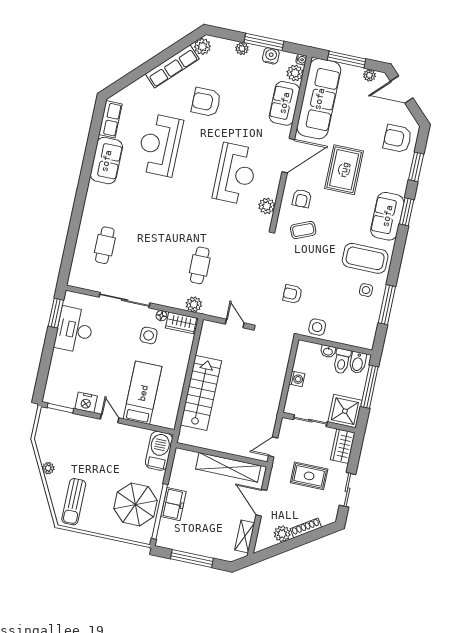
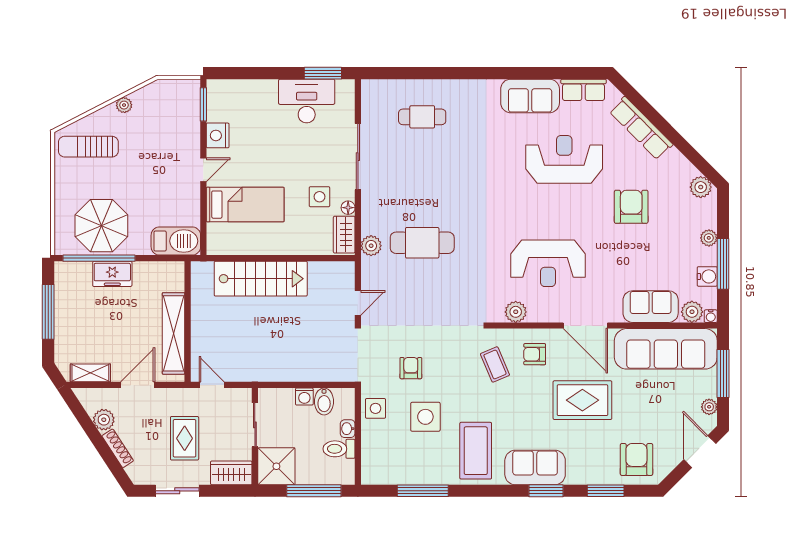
row of seats: (172, 66) -> (641, 128), moved
cafe table: (200, 265) -> (422, 243), width x1.37, depth x1.35
side table: (366, 290) -> (425, 417), moved, width x1.87, depth x1.87
bidet: (358, 363) -> (324, 401), moved, turned -90

